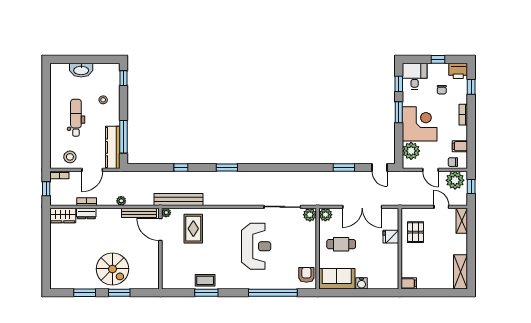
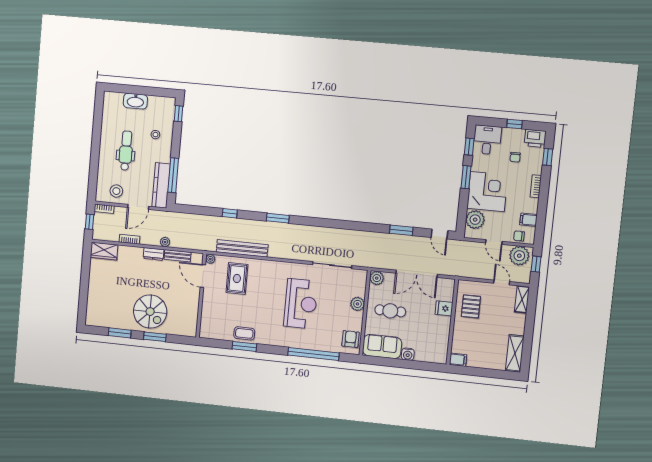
bench: (178, 200) -> (242, 248), moved
dresser: (86, 213) -> (154, 254), moved
bench: (139, 213) -> (178, 256), width x0.73
plant: (310, 215) -> (357, 304), moved

